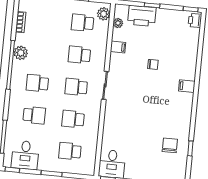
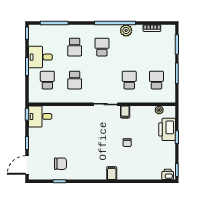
plant: (104, 14) -> (166, 97), removed
filing cabinet: (118, 47) -> (125, 112), moved
school desk: (76, 87) -> (102, 80), removed
school desk: (73, 119) -> (75, 80), turned 180
desk: (25, 155) -> (40, 57), moved

